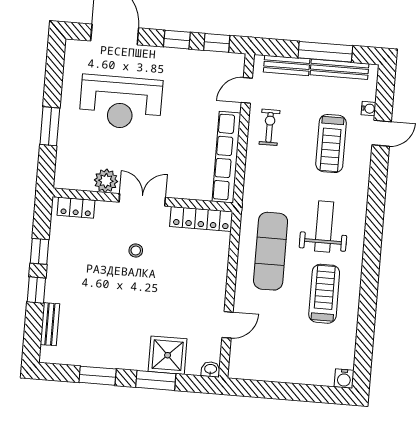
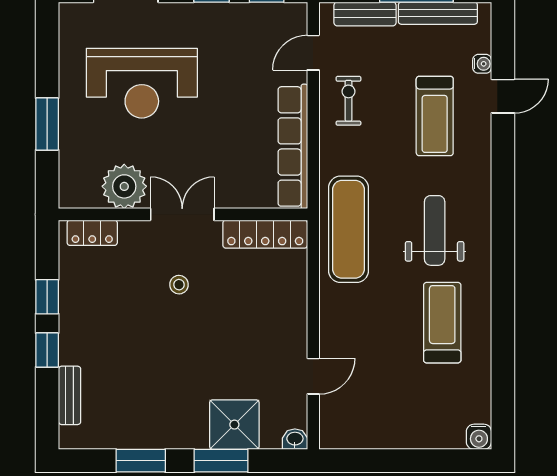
plant: (106, 181) -> (124, 186), width x1.36, depth x1.36
exercise mat: (271, 251) -> (348, 229), moved

